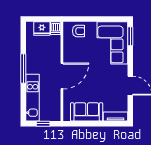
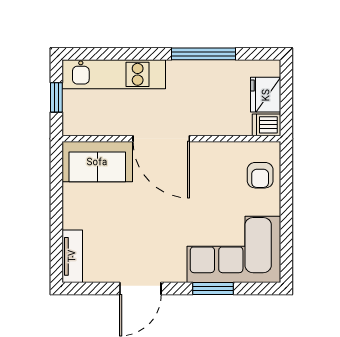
window: (130, 36) -> (213, 289), moved
window: (23, 69) -> (203, 54), moved
sofa: (87, 112) -> (97, 162), moved, turned 90

